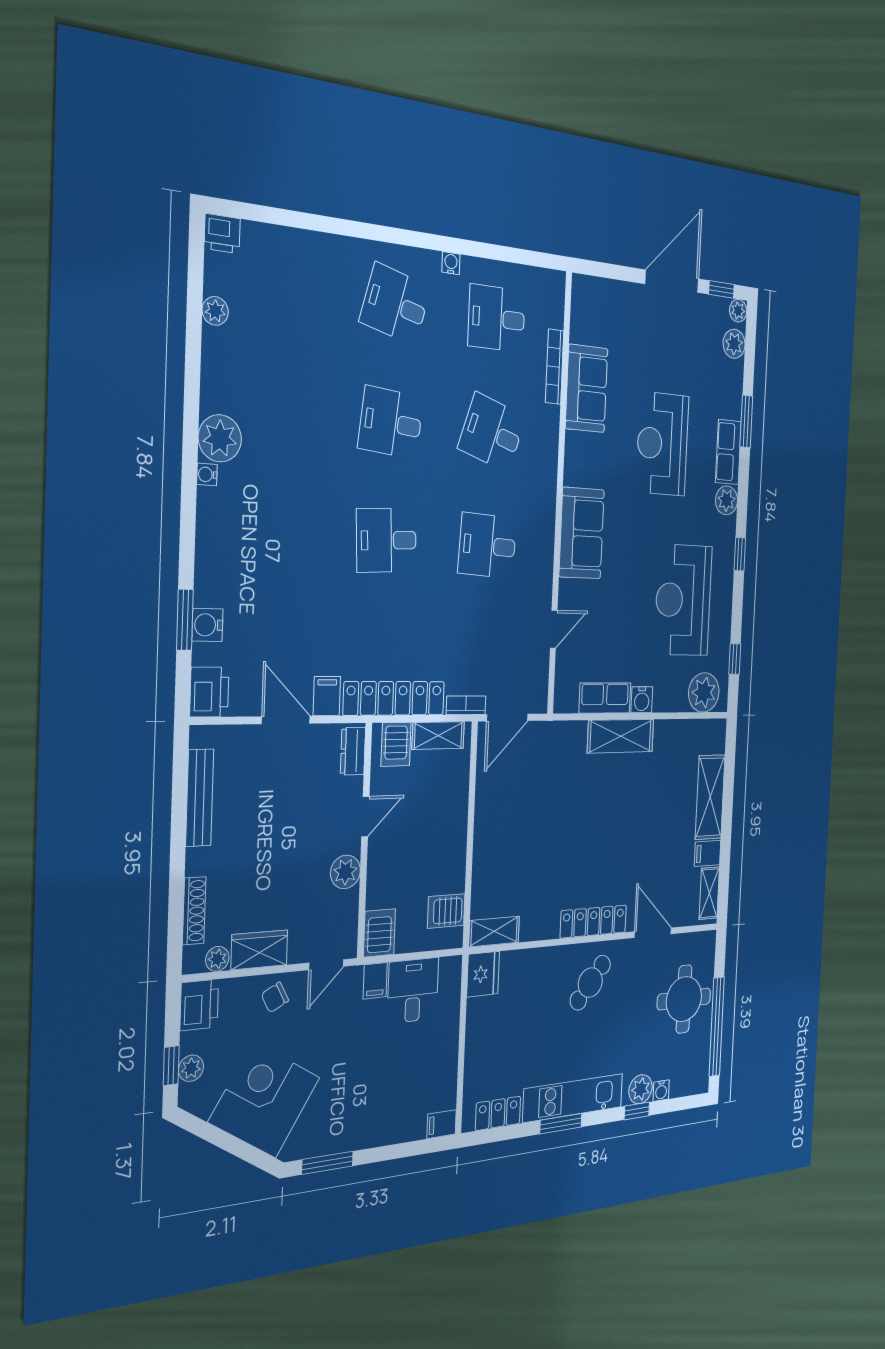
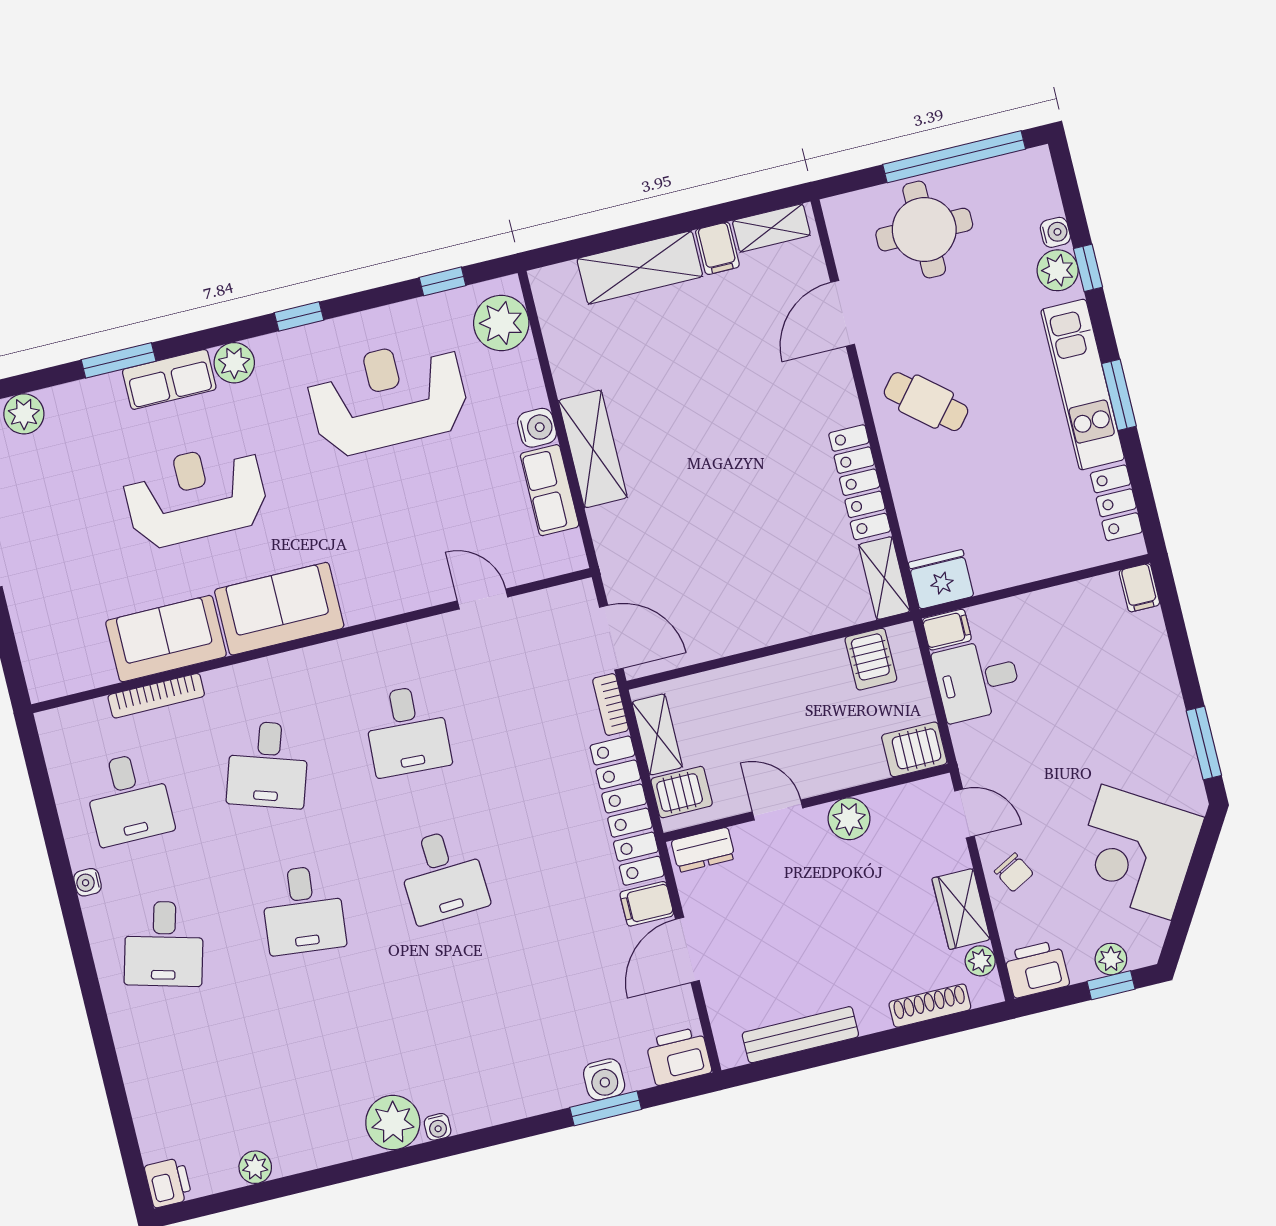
reception desk: (662, 444) -> (195, 495), turned 180
sofa: (582, 533) -> (279, 609), moved
reception desk: (683, 600) -> (388, 397), turned 180
locker: (593, 921) -> (860, 482), moved
filing cabinet: (375, 981) -> (947, 630), moved

